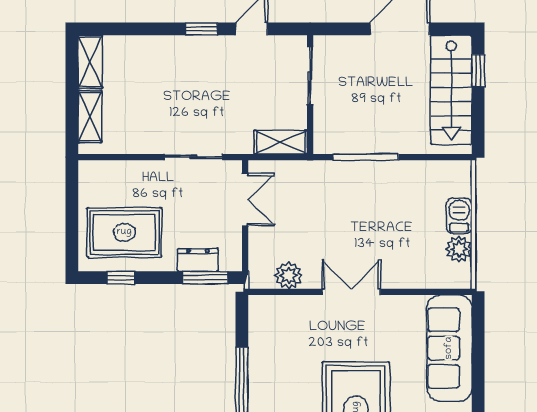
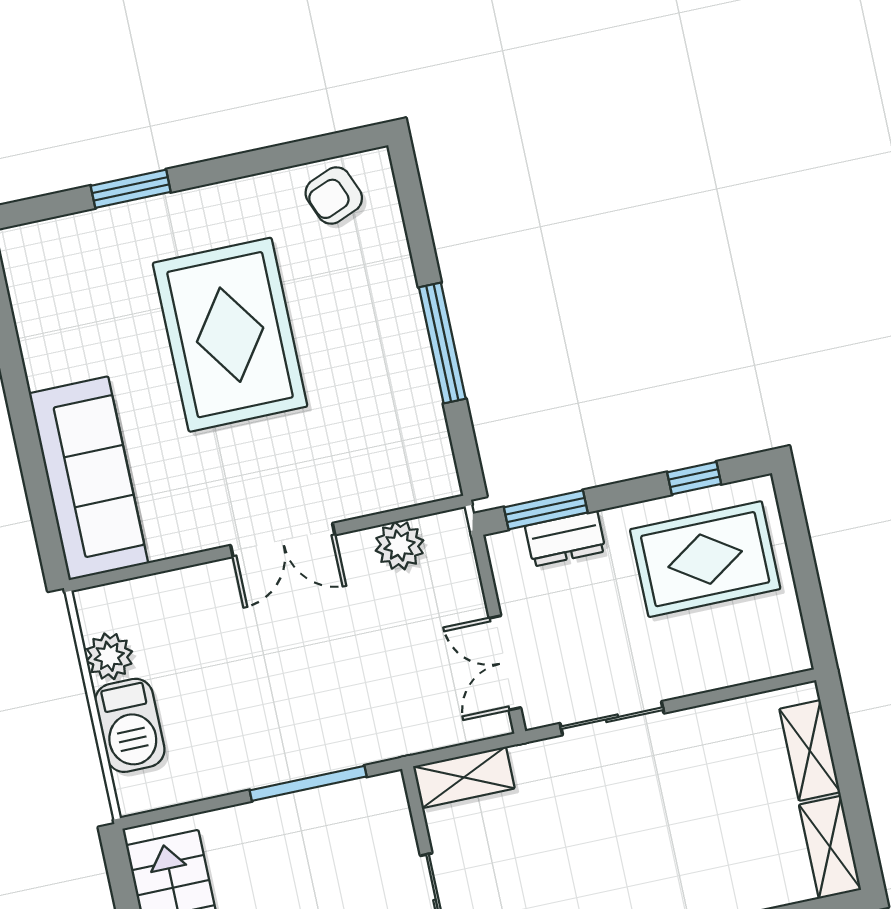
barbecue: (459, 216) -> (130, 725), width x1.38, depth x1.27

